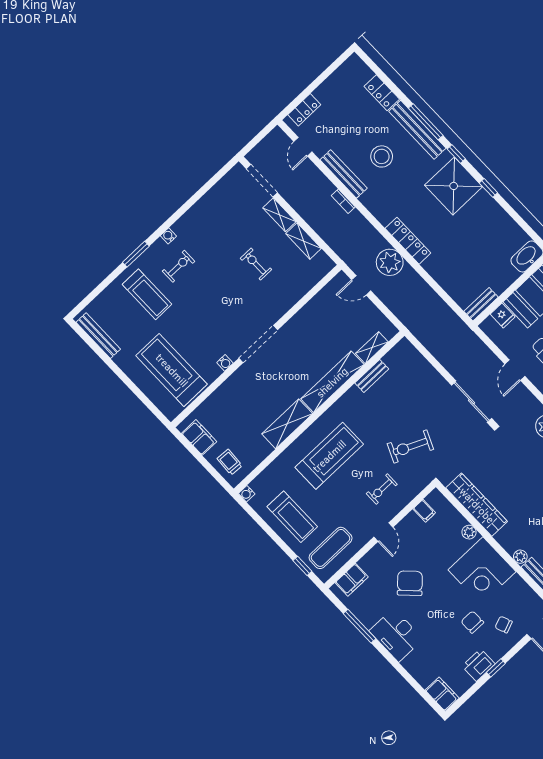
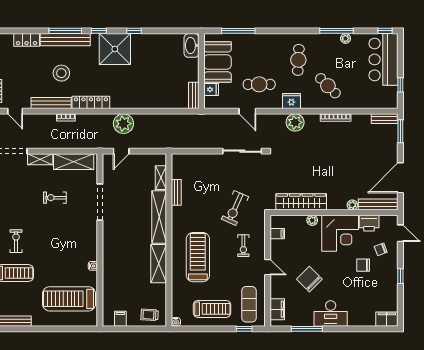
shelving: (304, 241) -> (74, 162), width x1.50, depth x1.33
locker: (408, 241) -> (91, 102), moved
doorway: (258, 344) -> (100, 202), moved
filing cabinet: (199, 437) -> (120, 319), width x0.50
printer: (478, 665) -> (369, 223), moved, turned -90

